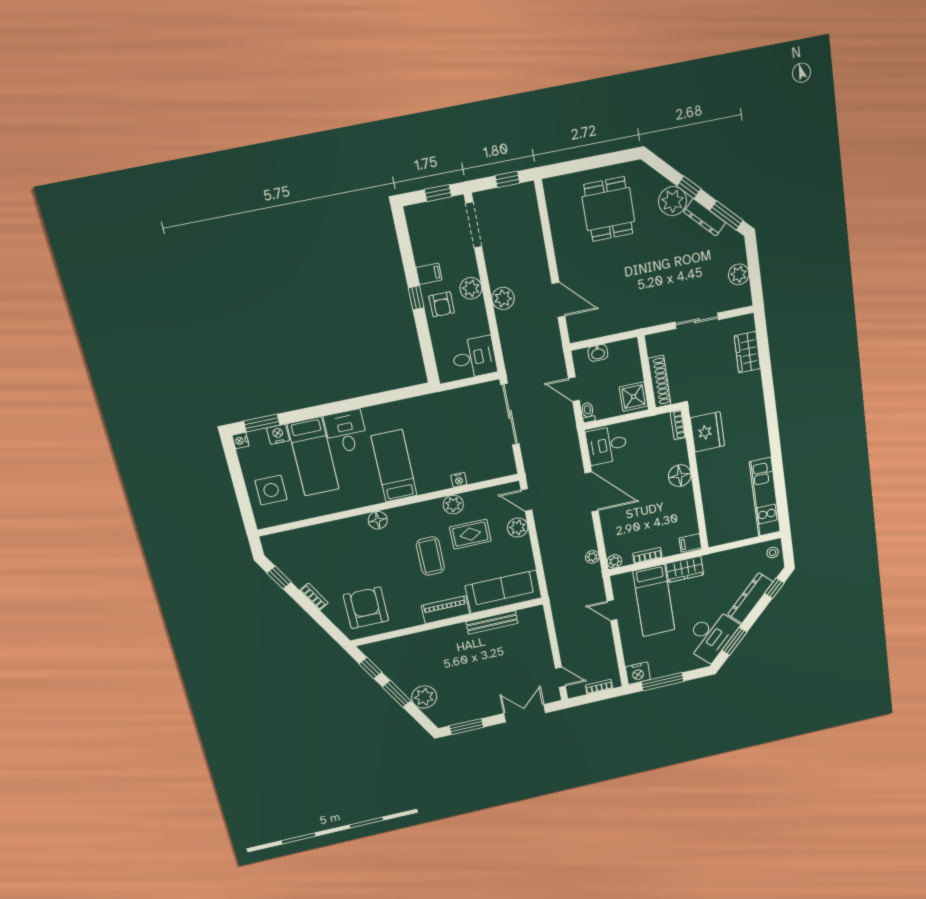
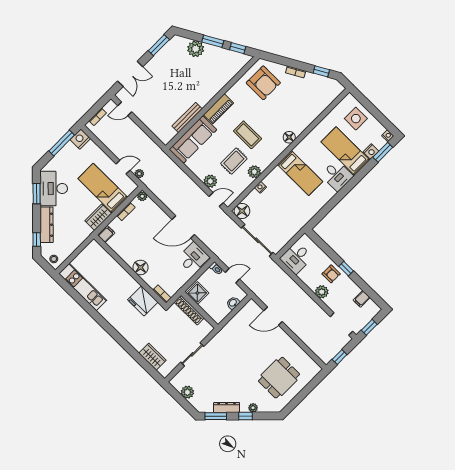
plant: (673, 201) -> (253, 408), width x0.53, depth x0.53
dining table: (608, 209) -> (279, 378), turned 90
filing cabinet: (429, 274) -> (362, 299), moved
plant: (503, 298) -> (302, 298), removed
armchair: (442, 304) -> (331, 274), turned 180
floor lamp: (504, 465) -> (242, 211), added
plant: (592, 557) -> (139, 174), moved

